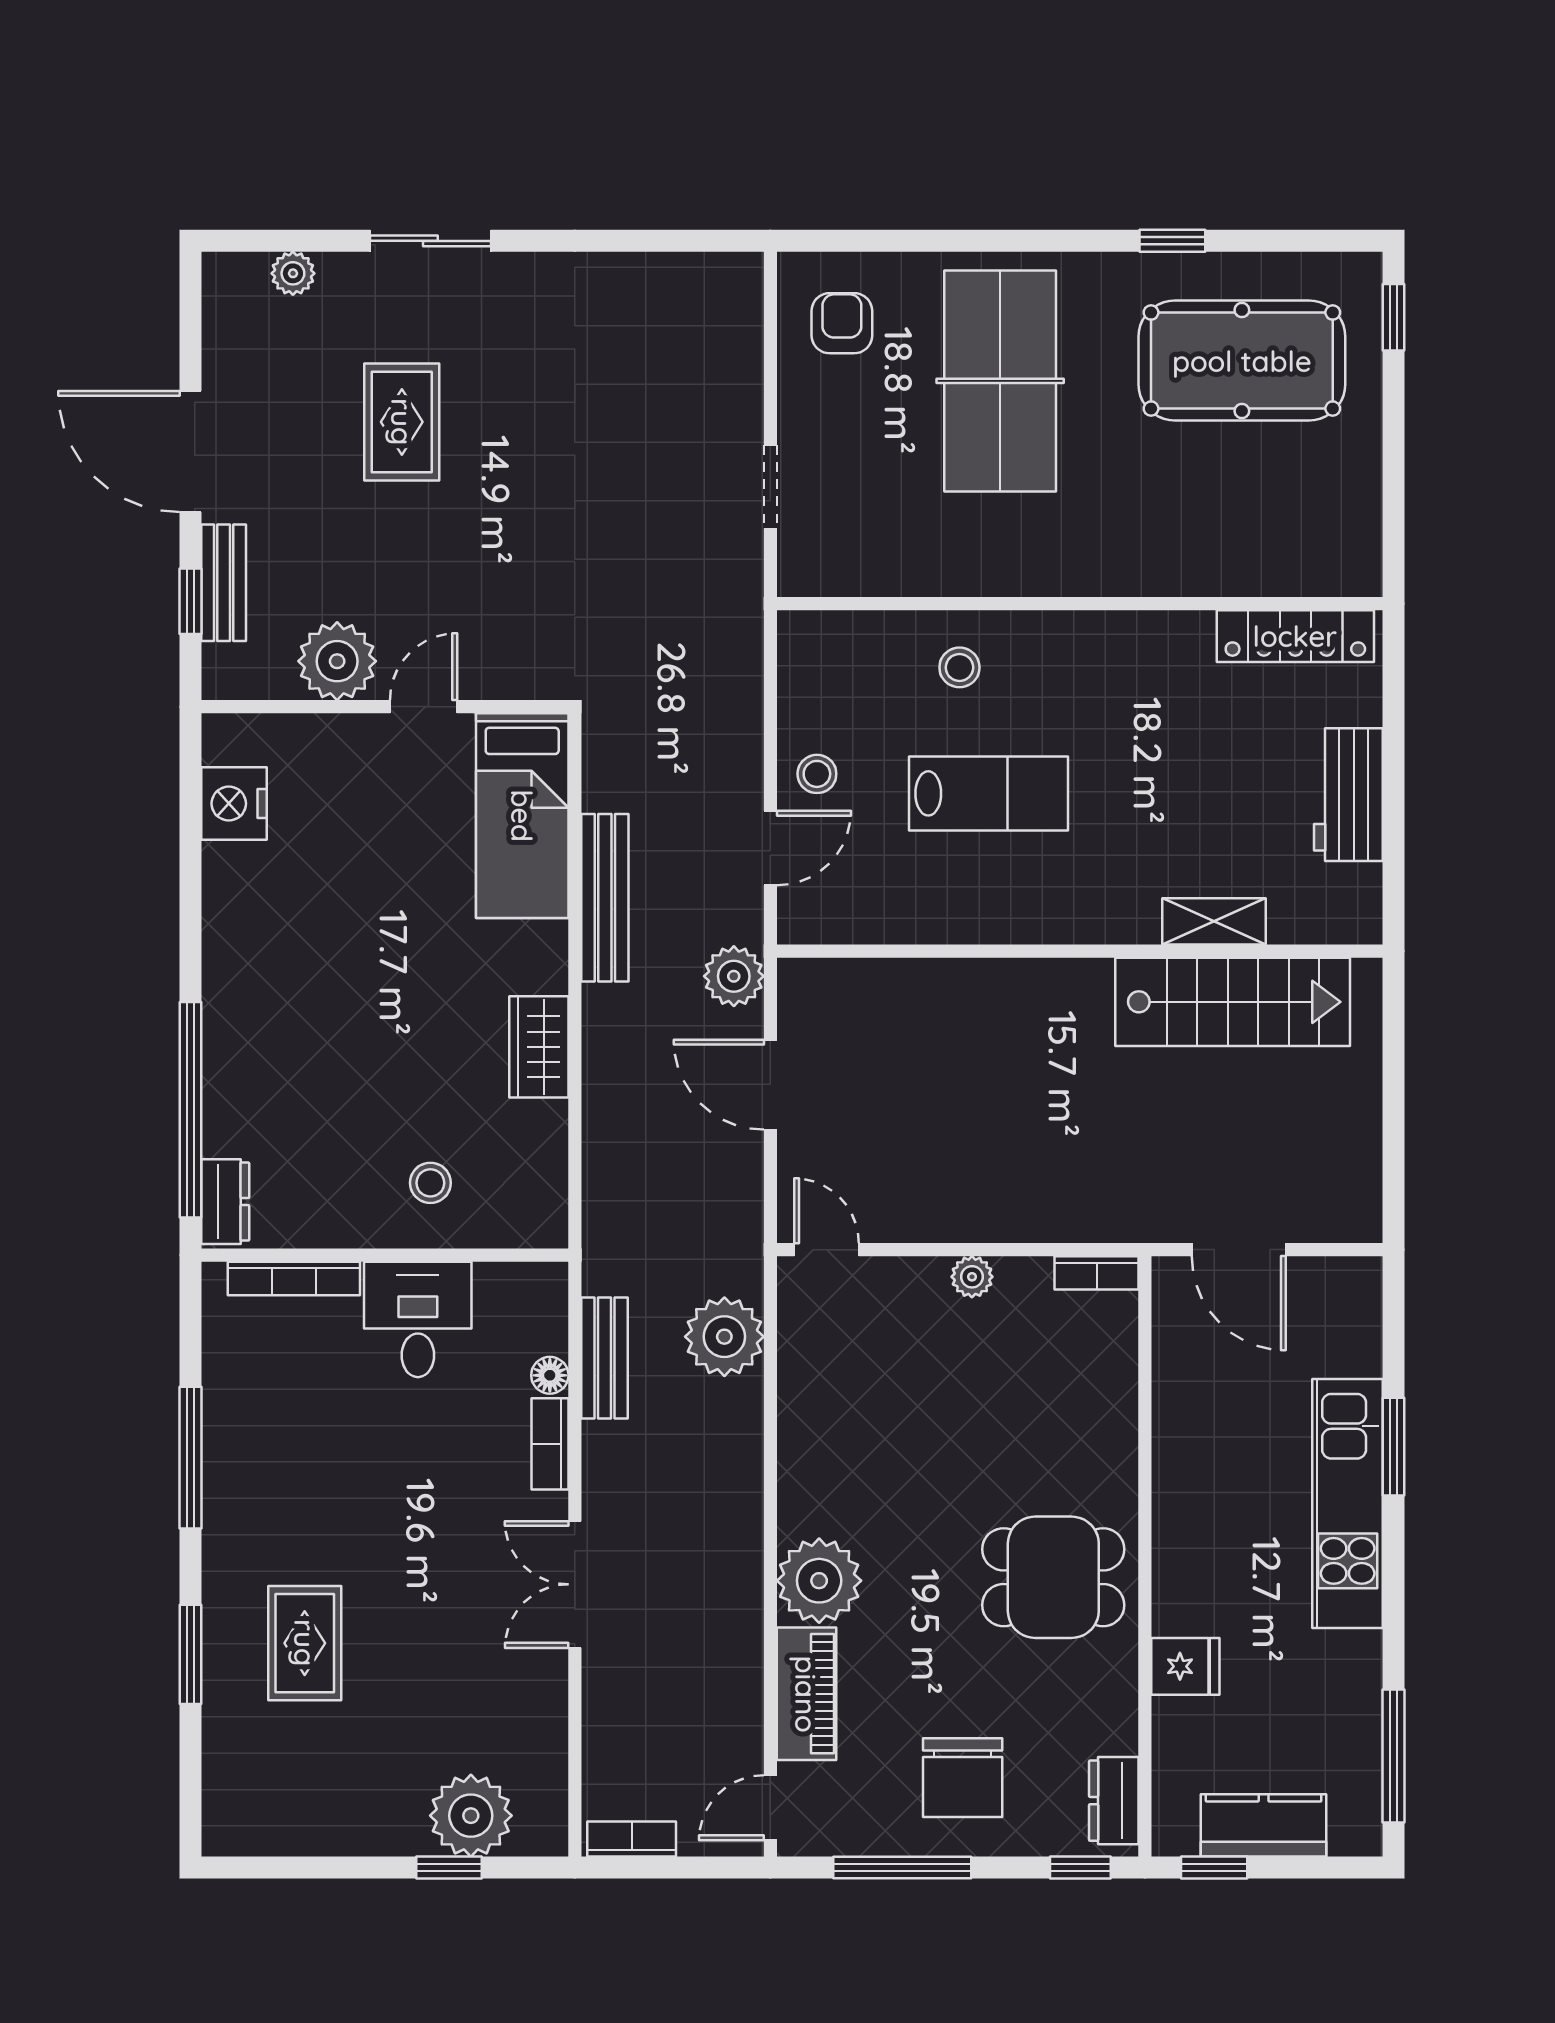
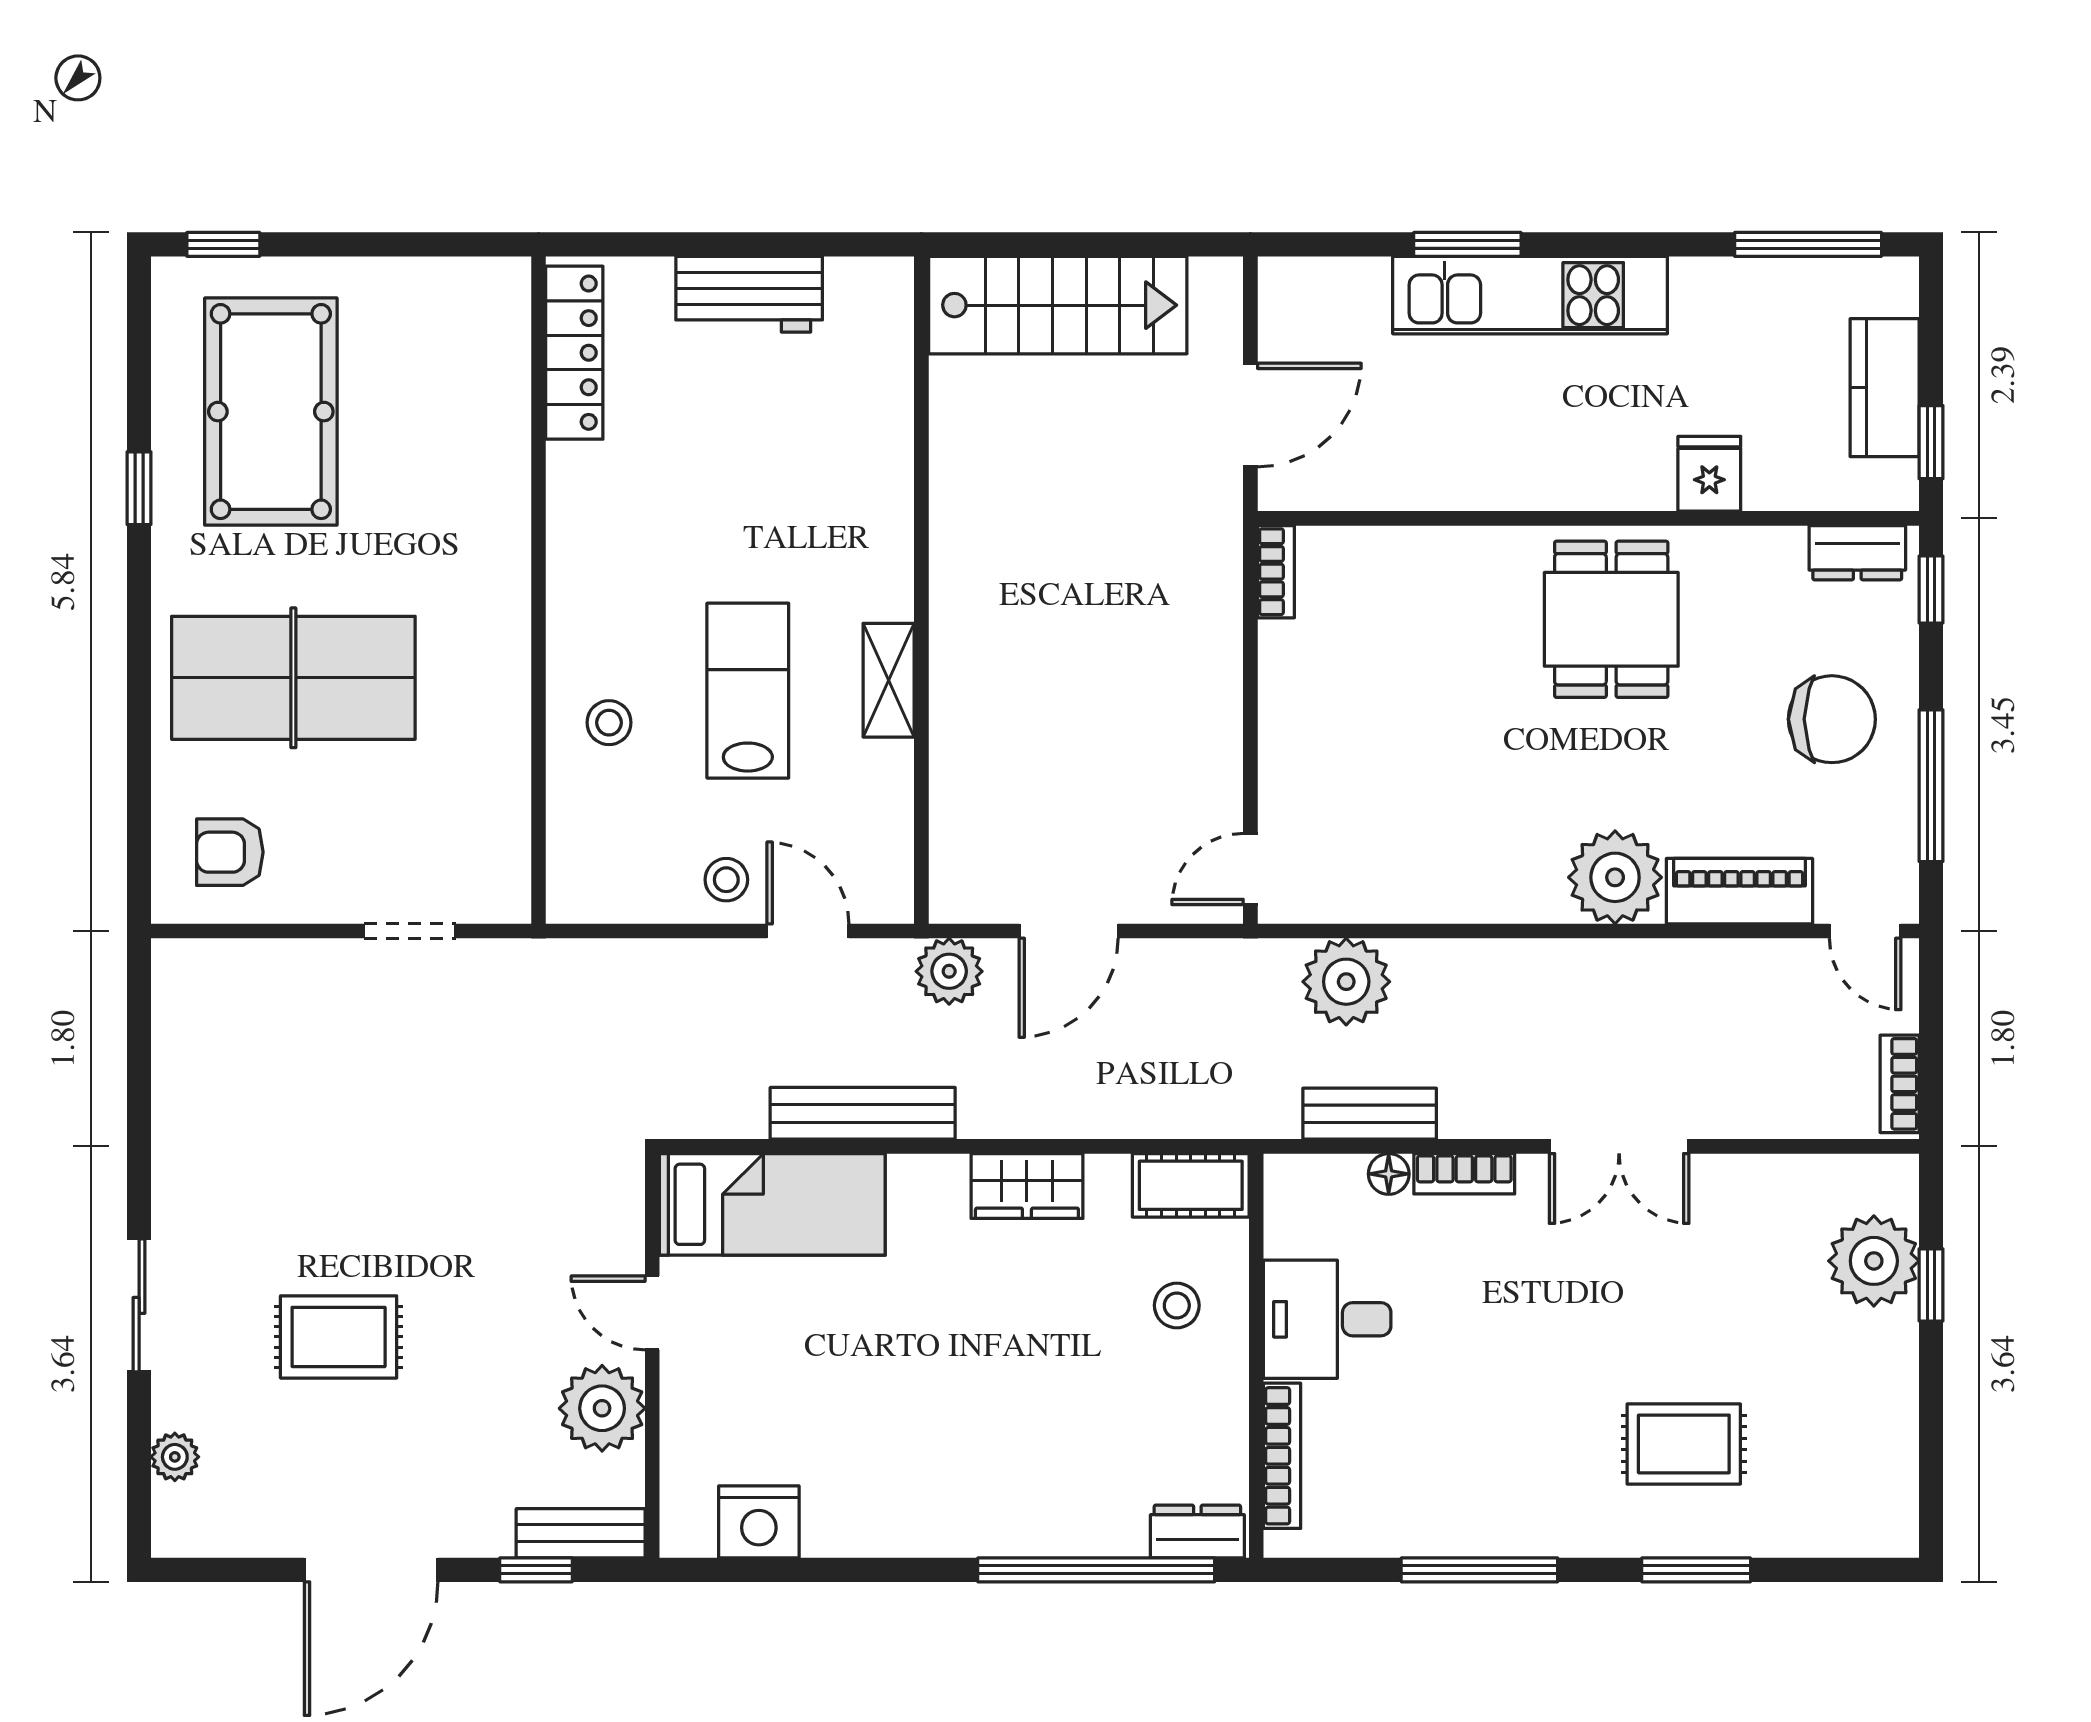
bench: (224, 583) -> (581, 1533), moved
shelving: (1214, 921) -> (889, 680), moved
stairs: (1233, 1002) -> (1058, 305), moved, turned 90
cot: (539, 1196) -> (1191, 1185), added
plant: (972, 1277) -> (1280, 709), removed

